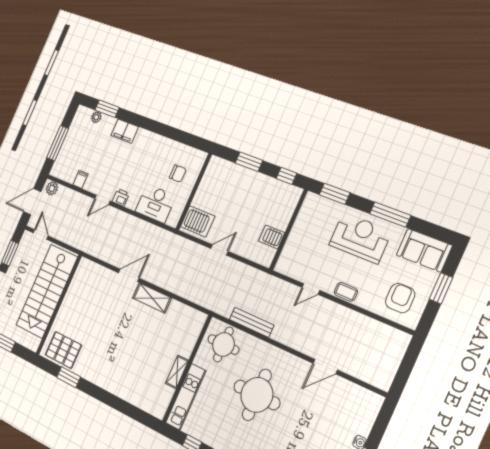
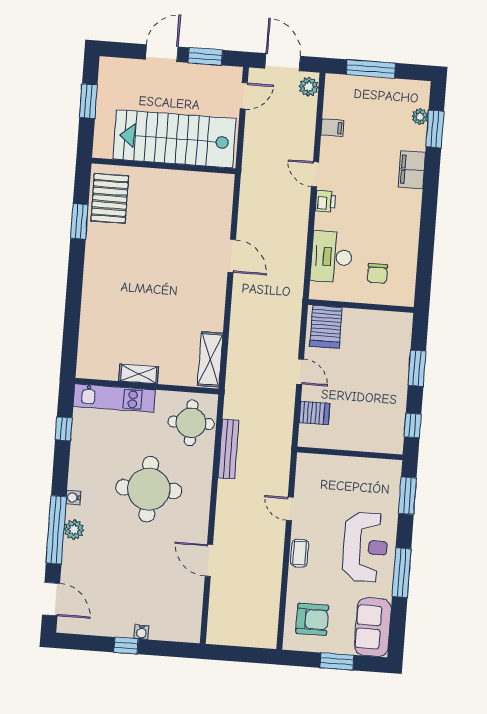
server rack: (272, 237) -> (314, 413), moved, turned 90
shelving: (152, 298) -> (210, 359), moved

